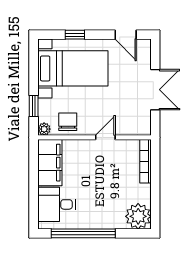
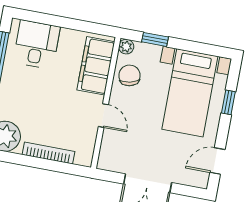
chair: (68, 122) -> (130, 75), turned -103
bookcase: (146, 161) -> (49, 153), moved
filing cabinet: (50, 163) -> (96, 66), moved, turned 90

